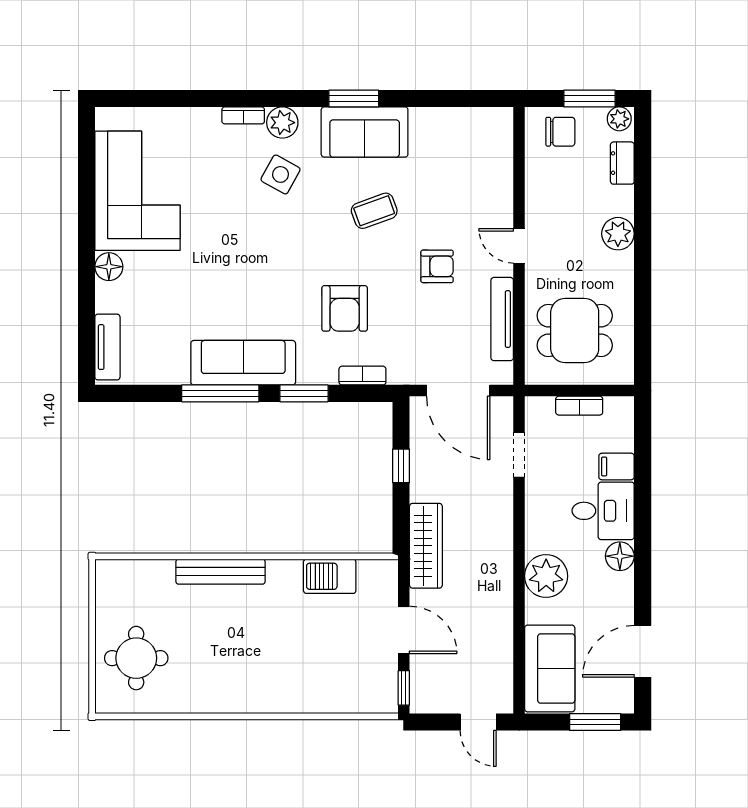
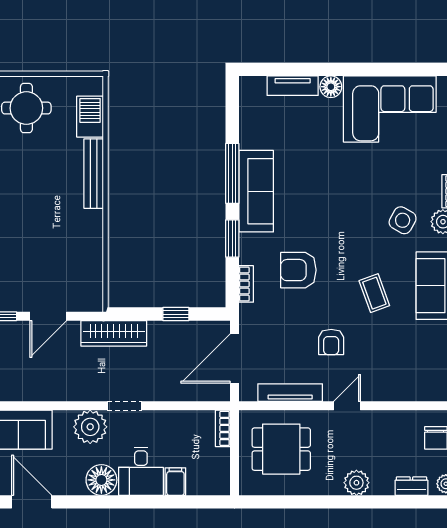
dining table: (575, 331) -> (281, 449), turned 90
tv unit: (107, 347) -> (293, 86), moved
bookcase: (579, 406) -> (223, 428), moved
doorway: (519, 455) -> (124, 406), moved
floor lamp: (620, 556) -> (101, 480), width x1.38, depth x1.38
barbecue: (330, 576) -> (90, 117), moved

